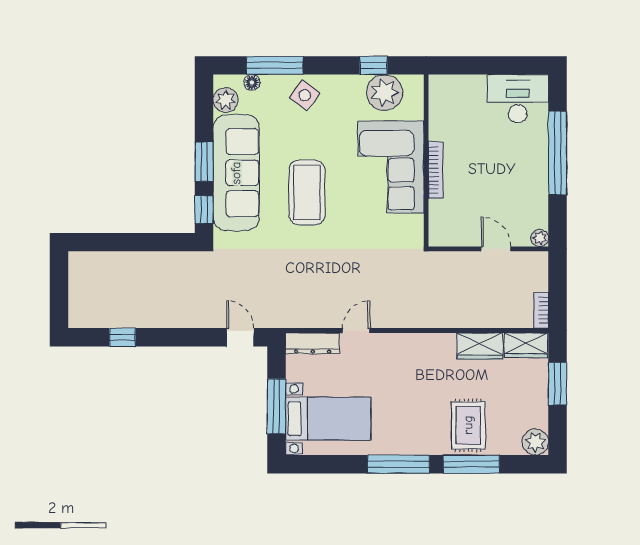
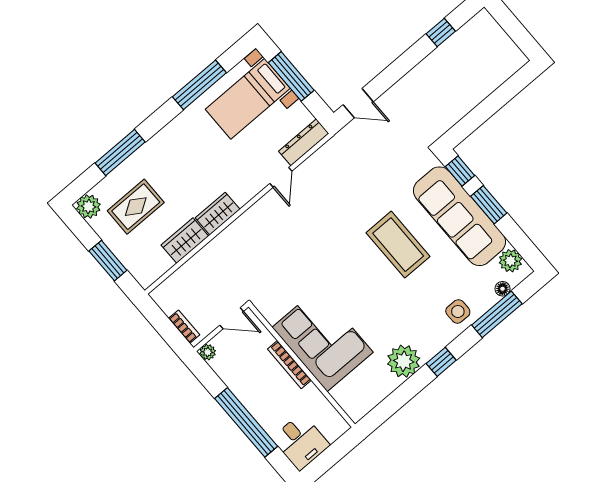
window: (373, 65) -> (441, 362), moved
side table: (305, 95) -> (458, 311), turned -36
desk: (518, 99) -> (301, 442), width x0.73
wall: (426, 161) -> (302, 365), moved
corner sofa: (391, 167) -> (323, 340), moved
bookcase: (436, 170) -> (289, 365), moved
bookcase: (541, 310) -> (184, 327), moved
wardrobe: (526, 345) -> (218, 214), moved
rug: (468, 425) -> (136, 207), moved, turned 90
window: (399, 464) -> (199, 85), moved

